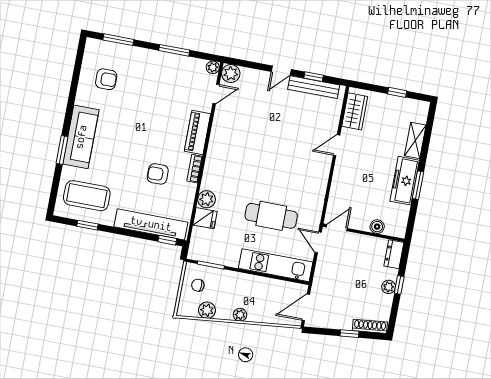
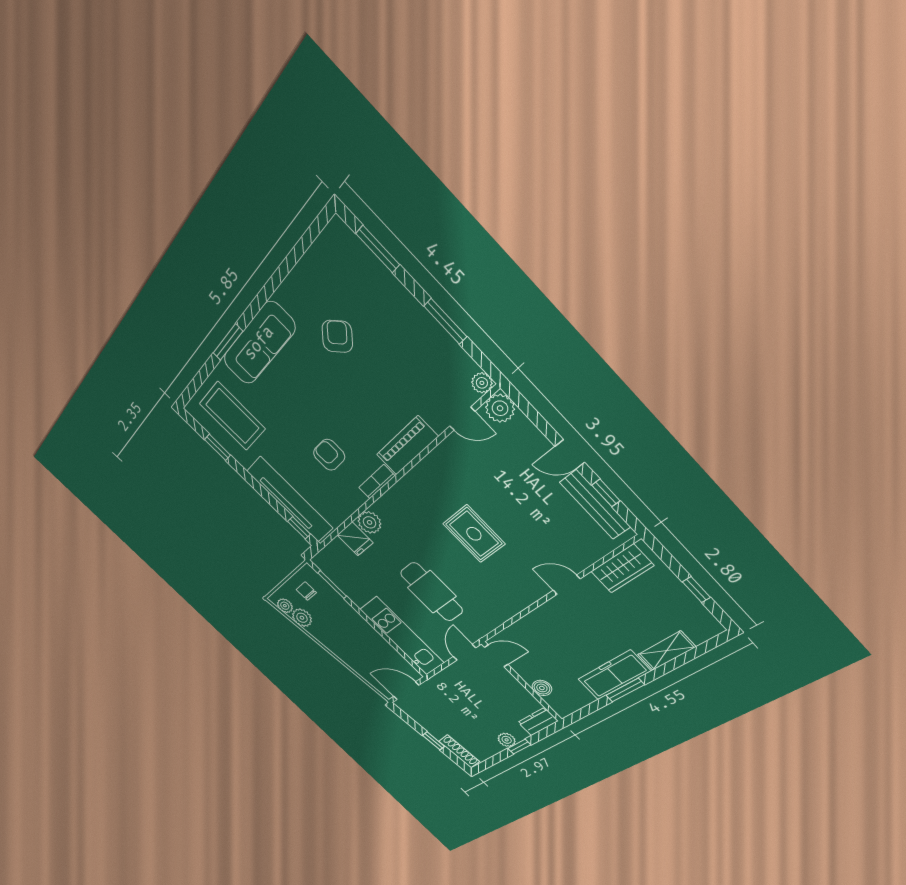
armchair: (106, 79) -> (337, 336), moved, turned -134
rug: (268, 156) -> (474, 534), added
plant: (240, 315) -> (285, 606), moved

